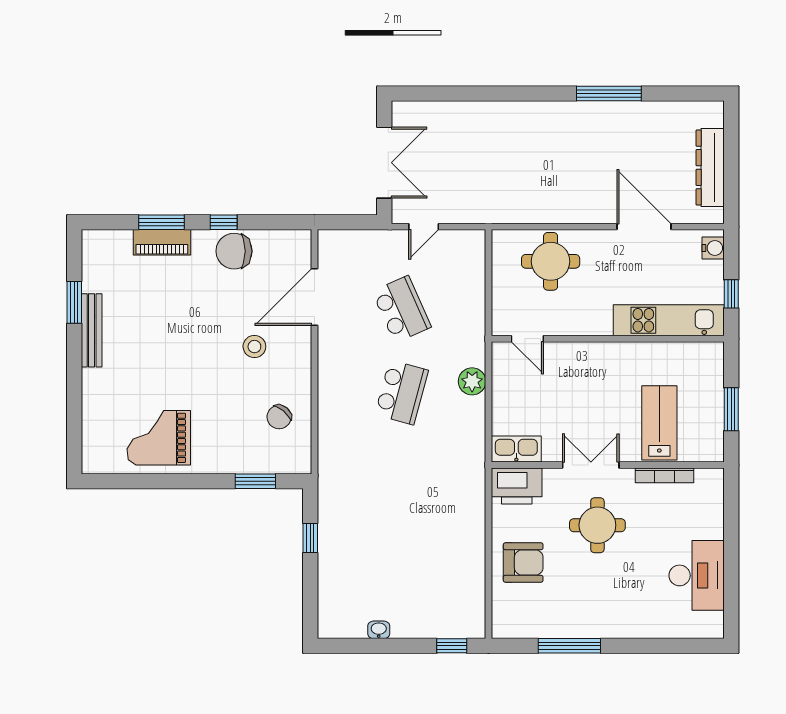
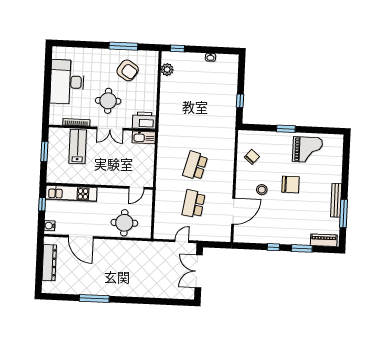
piano: (162, 242) -> (324, 240), moved
chair: (234, 251) -> (291, 184), moved
window: (74, 302) -> (344, 214), width x1.44
school desk: (402, 309) -> (194, 204), turned 33
door: (527, 339) -> (136, 188), swing flipped
plant: (472, 381) -> (167, 70), moved
lab bench: (659, 423) -> (78, 147), turned 180
window: (255, 481) -> (286, 129), moved
armchair: (523, 563) -> (128, 70), moved, turned -146
desk: (697, 575) -> (67, 82), width x1.36, depth x1.30

